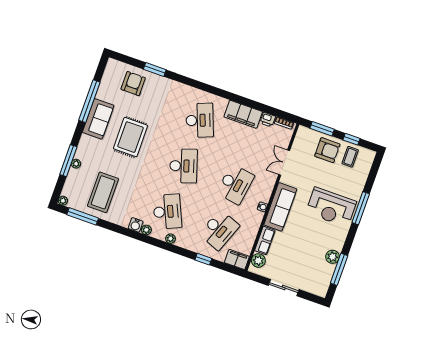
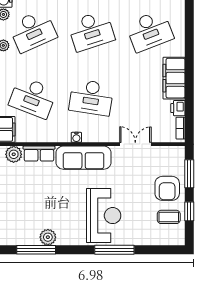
reception desk: (331, 207) -> (104, 216), turned 180

